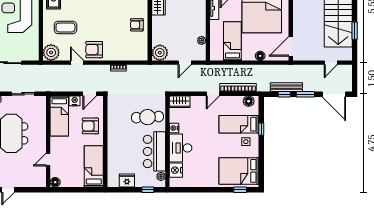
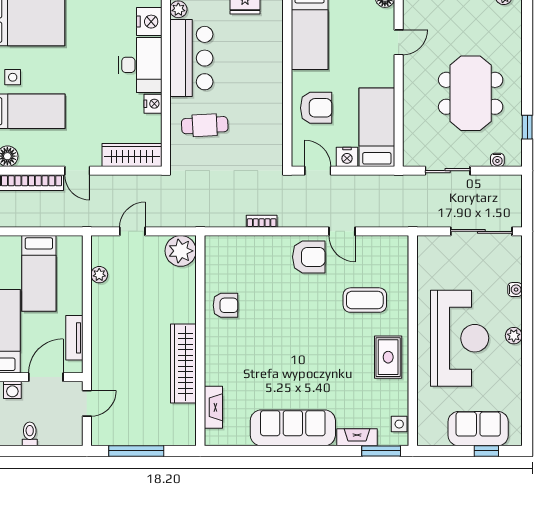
plant: (51, 52) -> (393, 251), removed
door: (90, 94) -> (318, 171), hinge flipped
door: (213, 94) -> (77, 171), swing flipped
wardrobe: (180, 102) -> (132, 155), width x1.50
cafe table: (147, 117) -> (205, 125), width x0.73, depth x0.74

